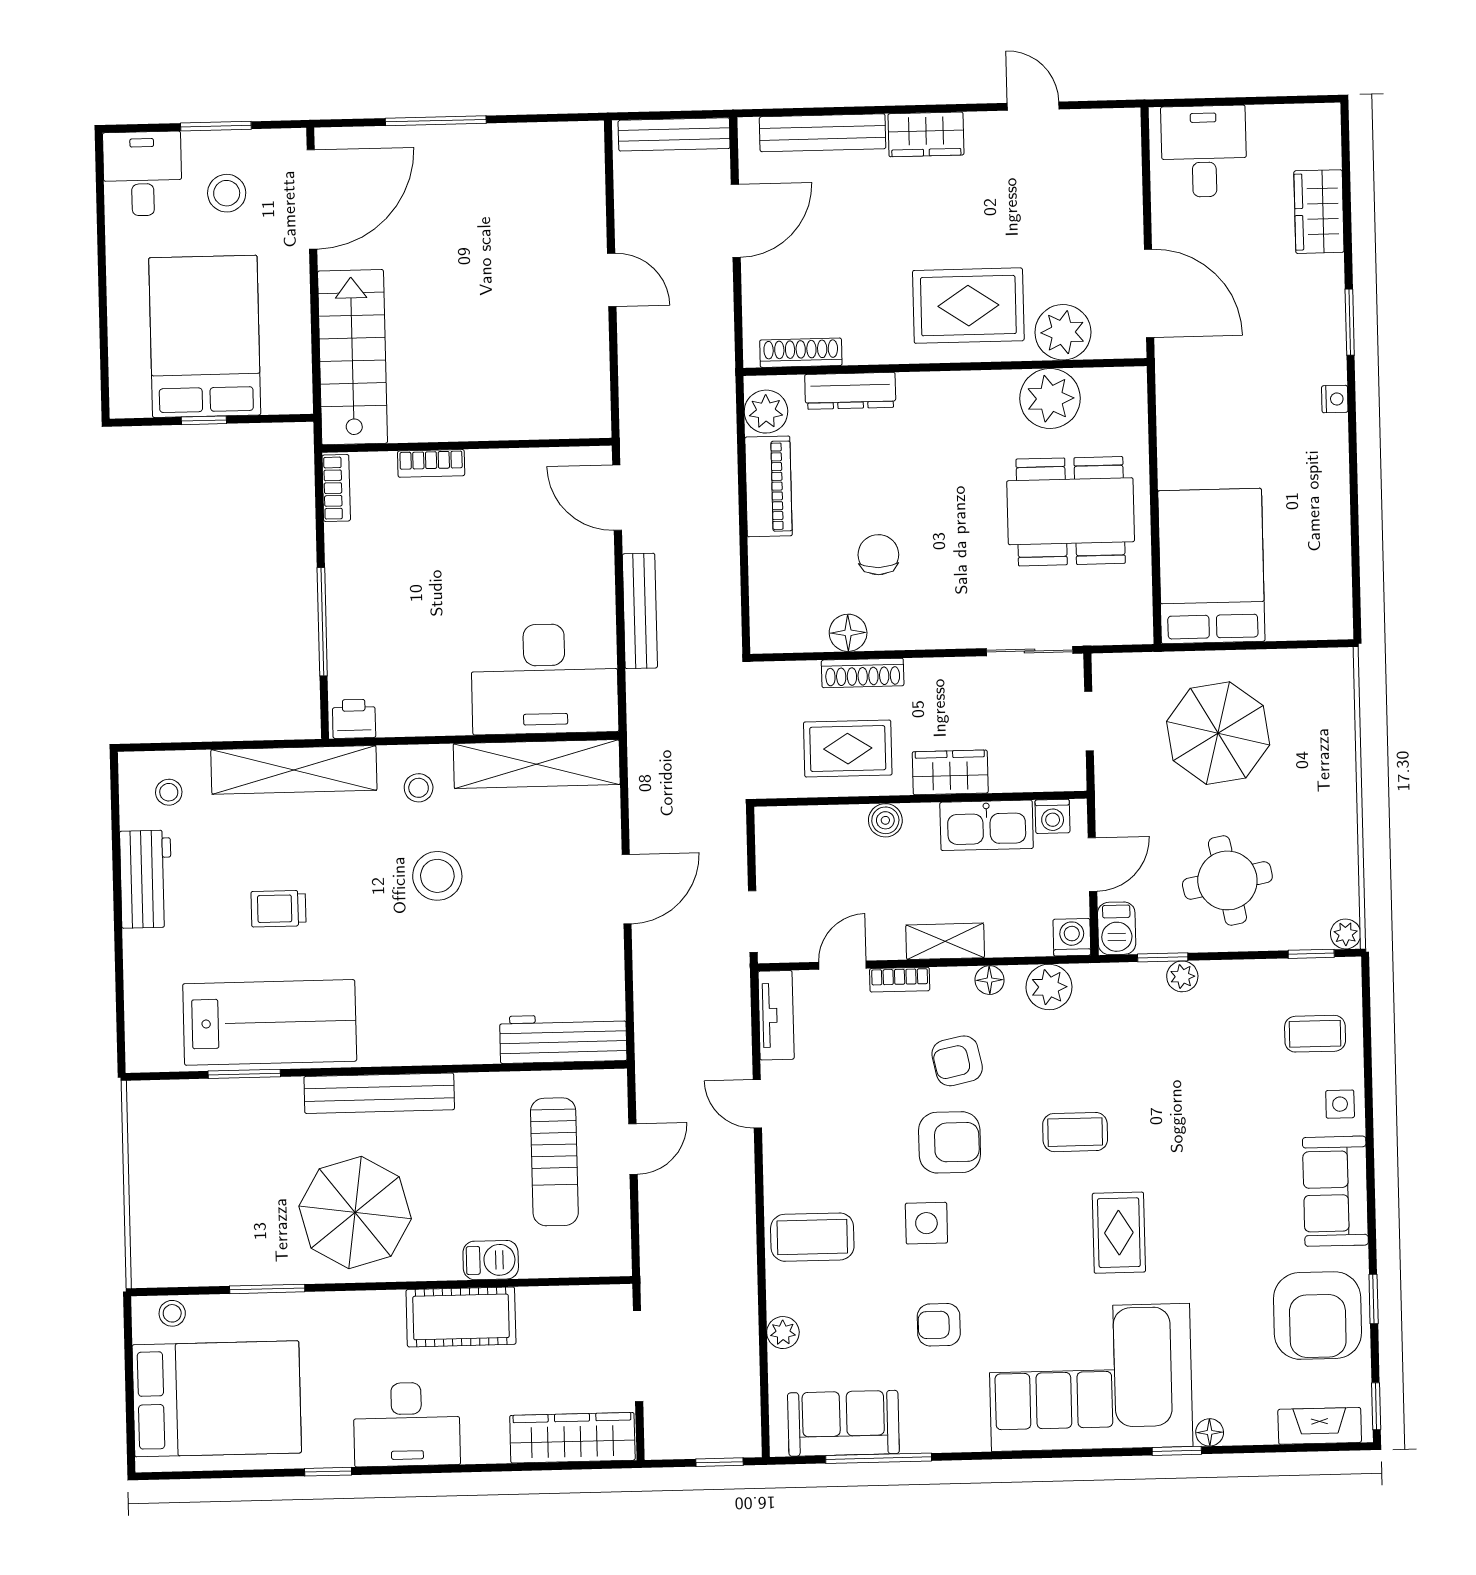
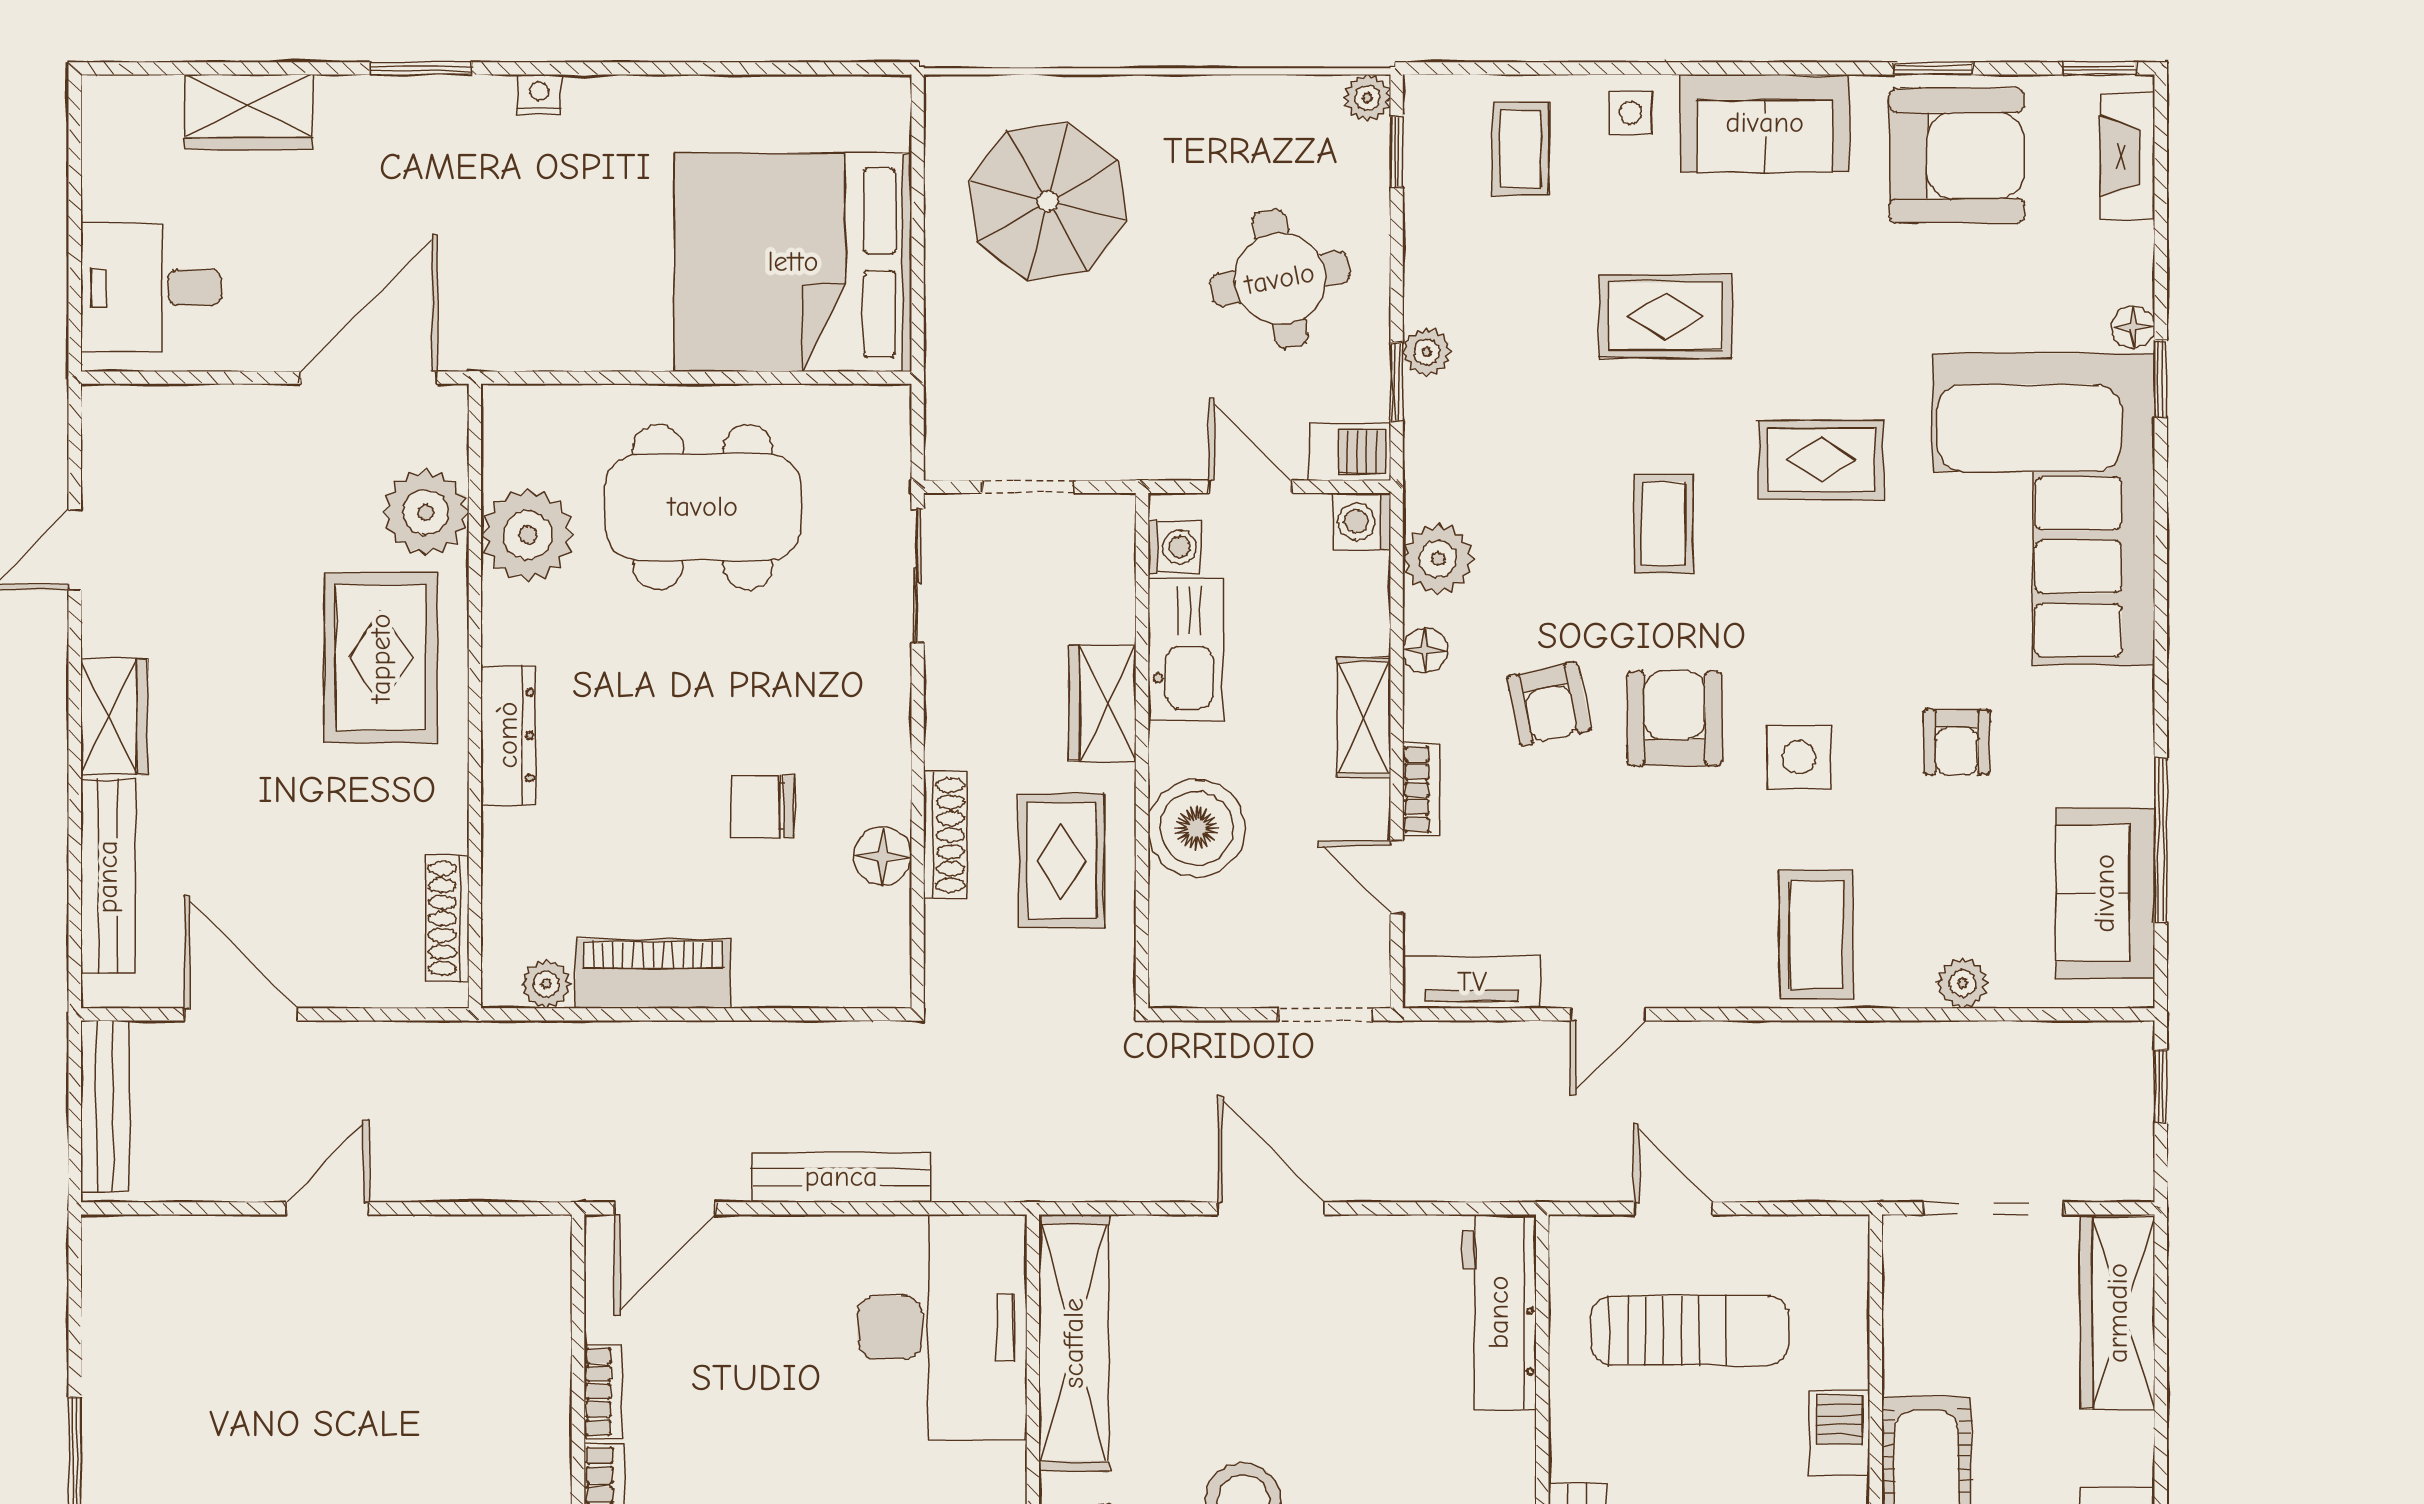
dresser: (850, 391) -> (508, 735), moved
plant: (766, 412) -> (546, 984), width x0.73, depth x0.73
bookcase: (498, 461) -> (603, 1392), added
dining table: (1071, 511) -> (703, 507), turned 90
bed: (1211, 566) -> (793, 262), width x1.36
parasol: (1218, 733) -> (1048, 201), moved
boiler: (885, 820) -> (1197, 828), width x1.86, depth x1.86
rug: (1209, 1130) -> (1666, 316), added

